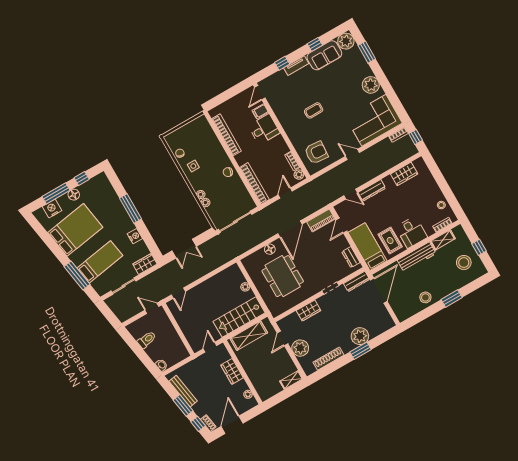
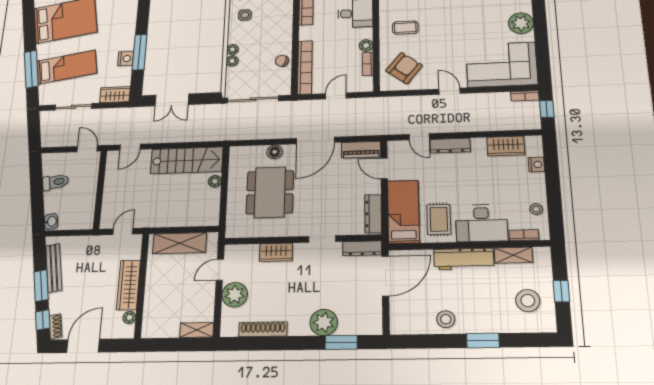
coffee table: (314, 110) -> (405, 28), moved
armchair: (316, 153) -> (404, 68), turned -56
chair: (228, 172) -> (282, 61), moved
plant: (299, 175) -> (366, 45), moved
nightstand: (428, 177) -> (536, 164), added
window: (130, 209) -> (140, 52), moved
door: (341, 225) -> (384, 169), hinge flipped
desk: (411, 232) -> (481, 223), width x1.37
dresser: (351, 257) -> (373, 214), width x1.44
stairs: (239, 317) -> (187, 160), moved, turned 180
window: (361, 351) -> (341, 342), moved
wardrobe: (232, 371) -> (129, 285), width x1.50

